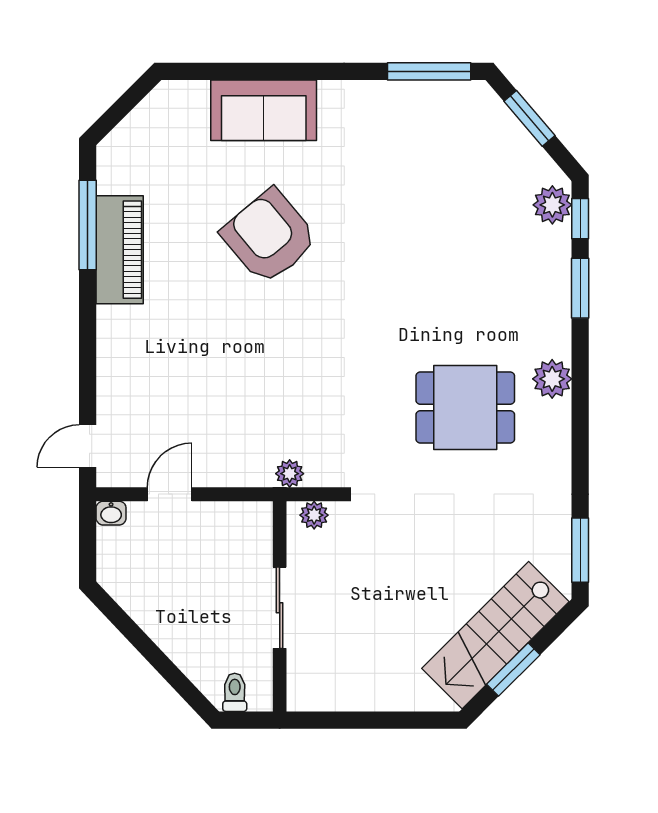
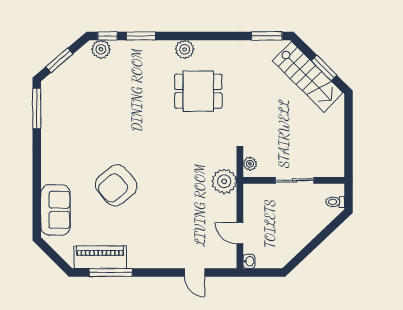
sofa: (264, 110) -> (56, 210), moved
piano: (120, 250) -> (100, 257), moved
dining table: (465, 408) -> (198, 91), turned 90
door: (88, 446) -> (195, 273), moved
plant: (290, 474) -> (224, 181), width x1.88, depth x1.88

